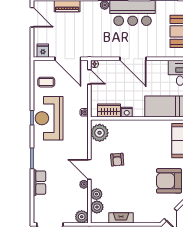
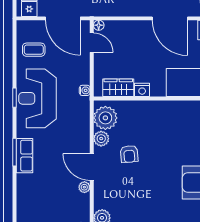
door: (133, 59) -> (170, 18), moved
row of seats: (39, 183) -> (25, 156), moved
plant: (96, 194) -> (101, 139), moved

